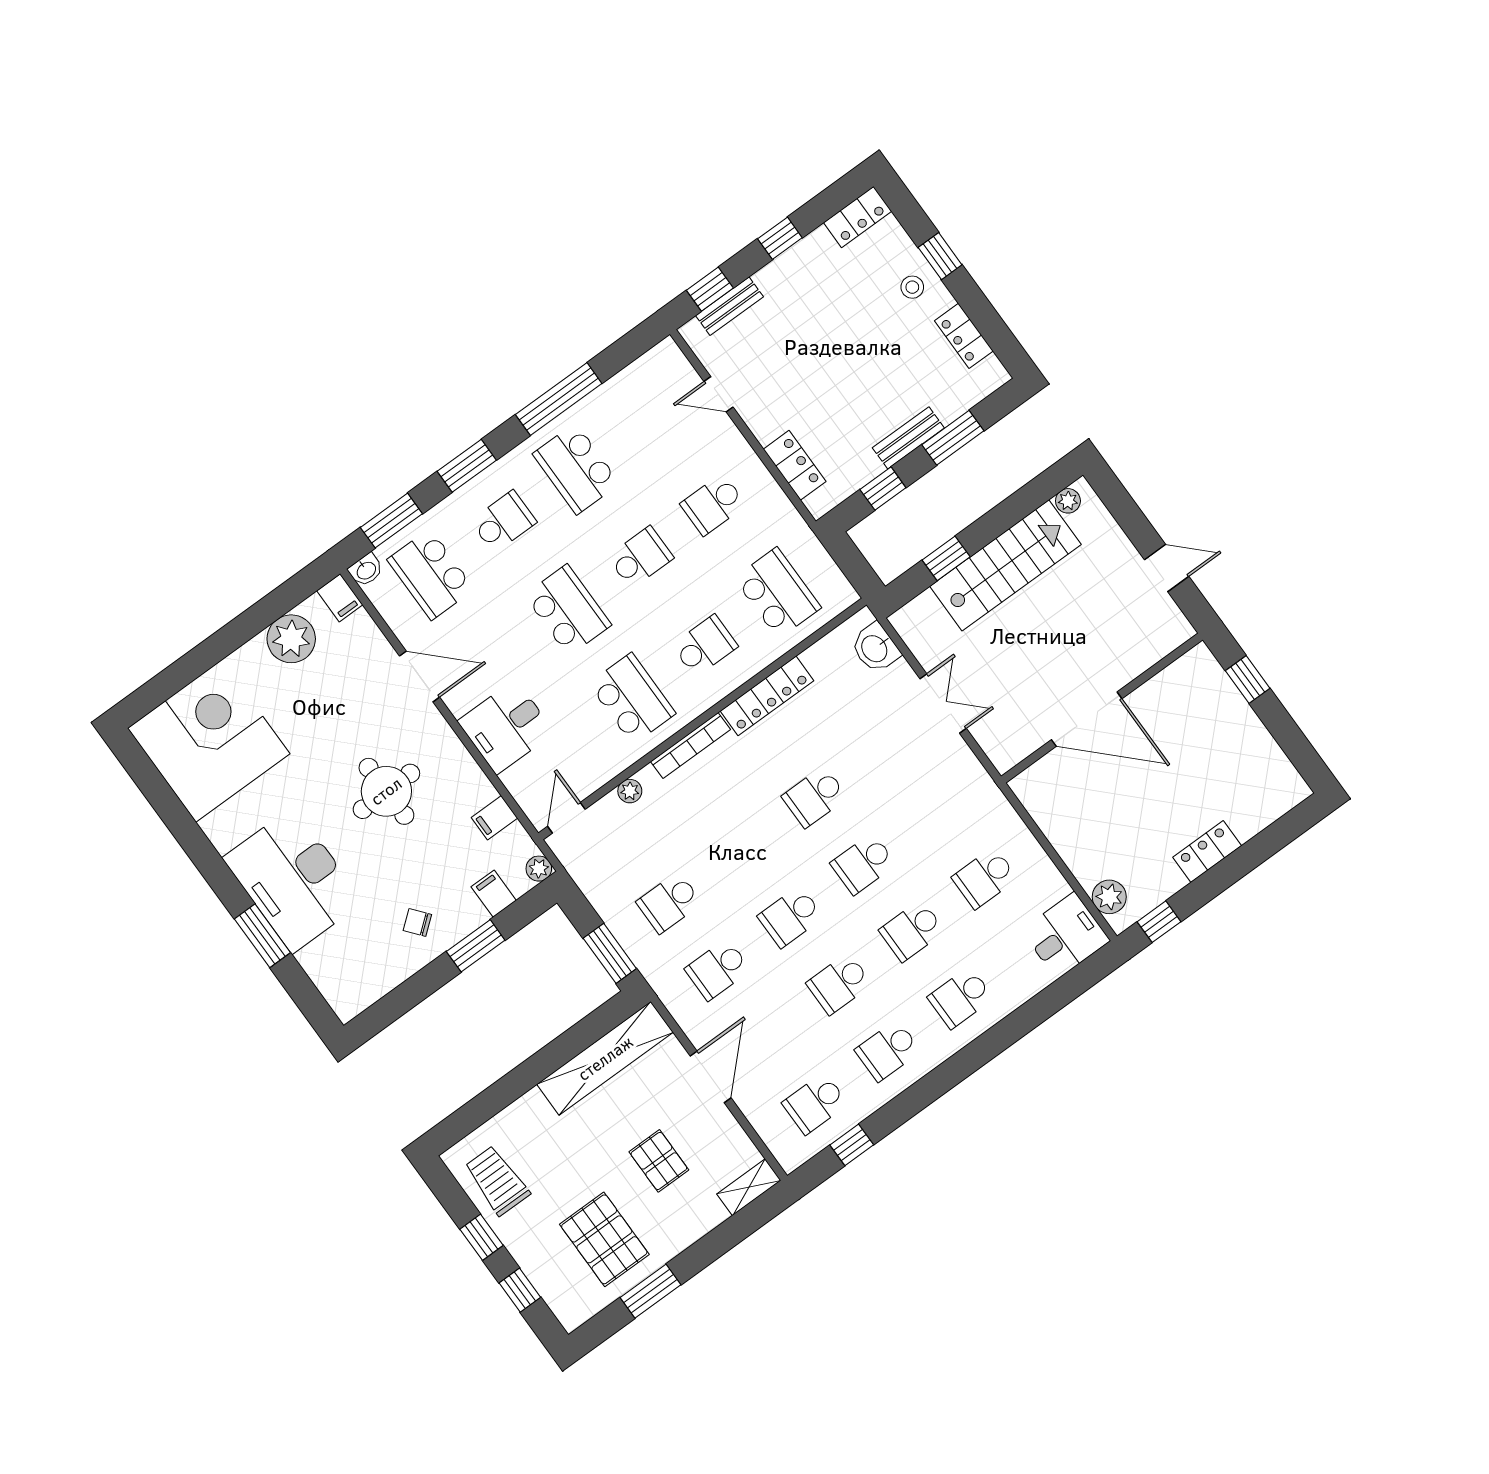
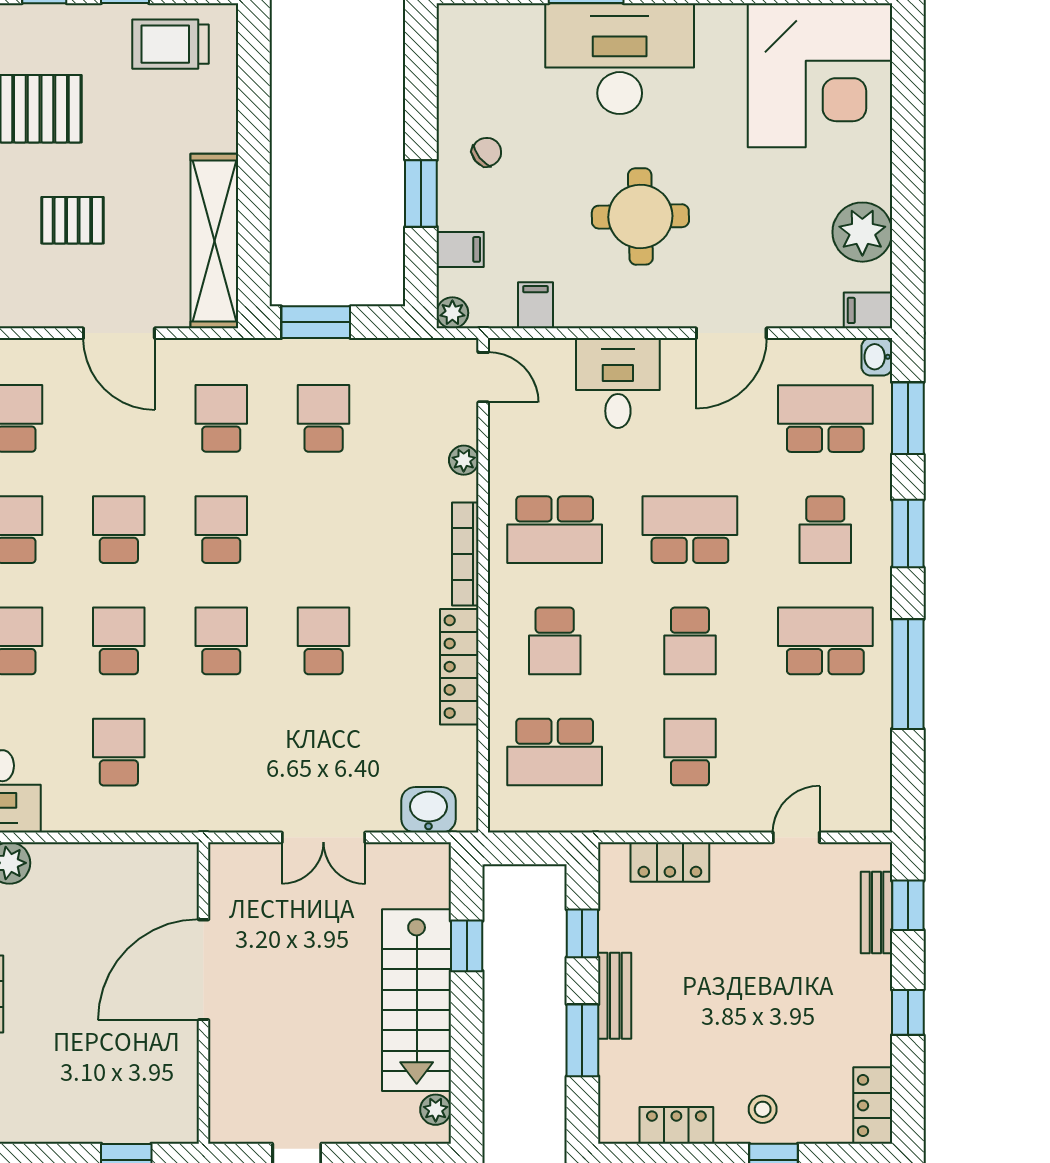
school desk: (568, 610) -> (690, 530), turned 180
trolley: (497, 1181) -> (171, 44), turned 180

